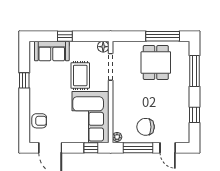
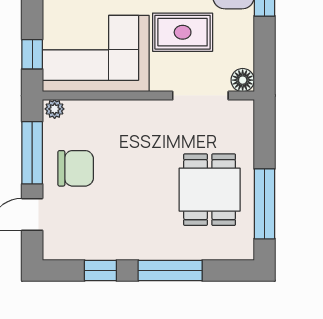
dining table: (156, 63) -> (210, 190), turned 90
window: (195, 71) -> (170, 270), moved
chair: (146, 127) -> (76, 168), turned 90

